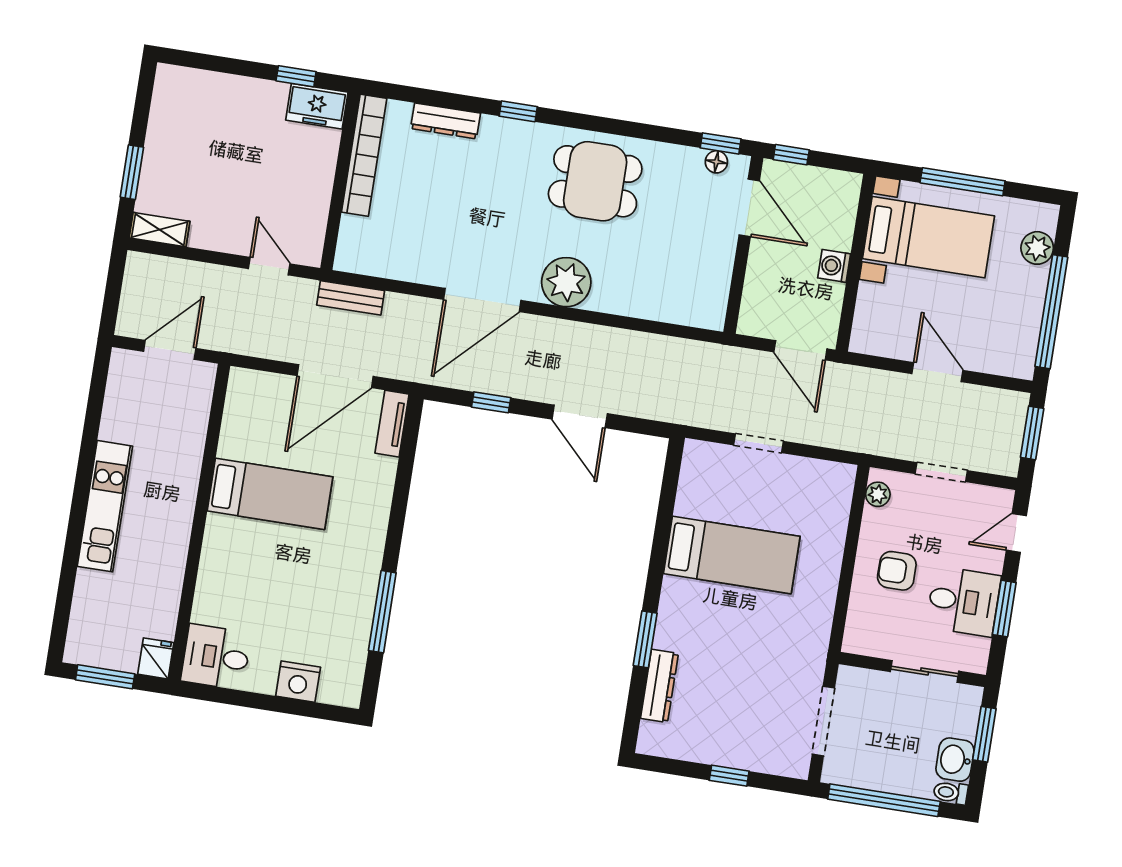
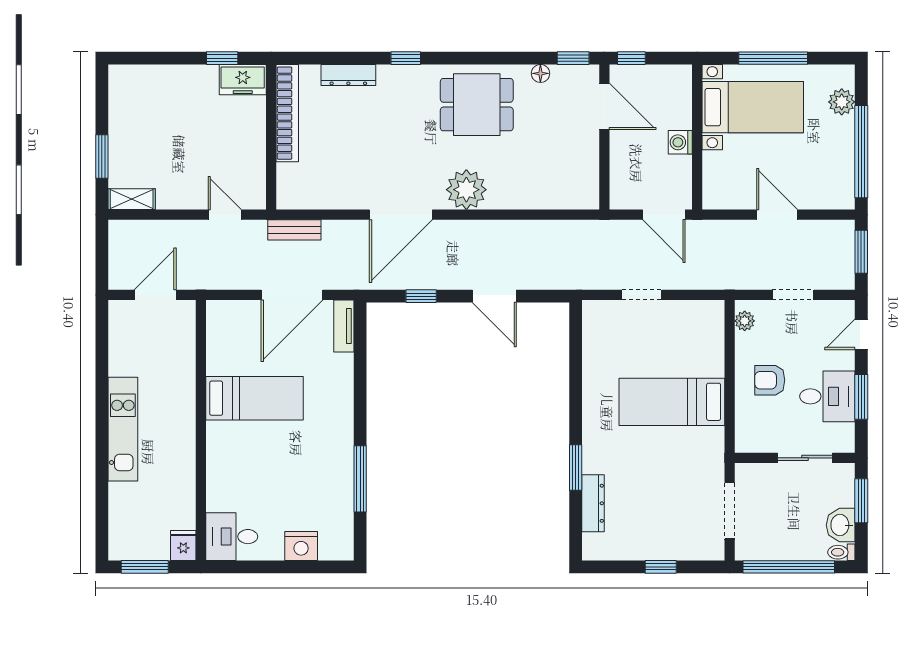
floor lamp: (716, 162) -> (540, 73), moved
bed: (732, 555) -> (672, 402), moved, turned 180

